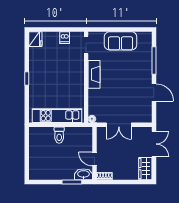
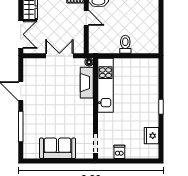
fridge: (35, 39) -> (151, 136), moved
fireplace: (94, 74) -> (87, 83), moved
kitchen unit: (57, 116) -> (106, 85), moved, turned -90
double door: (154, 144) -> (21, 34), swing flipped

